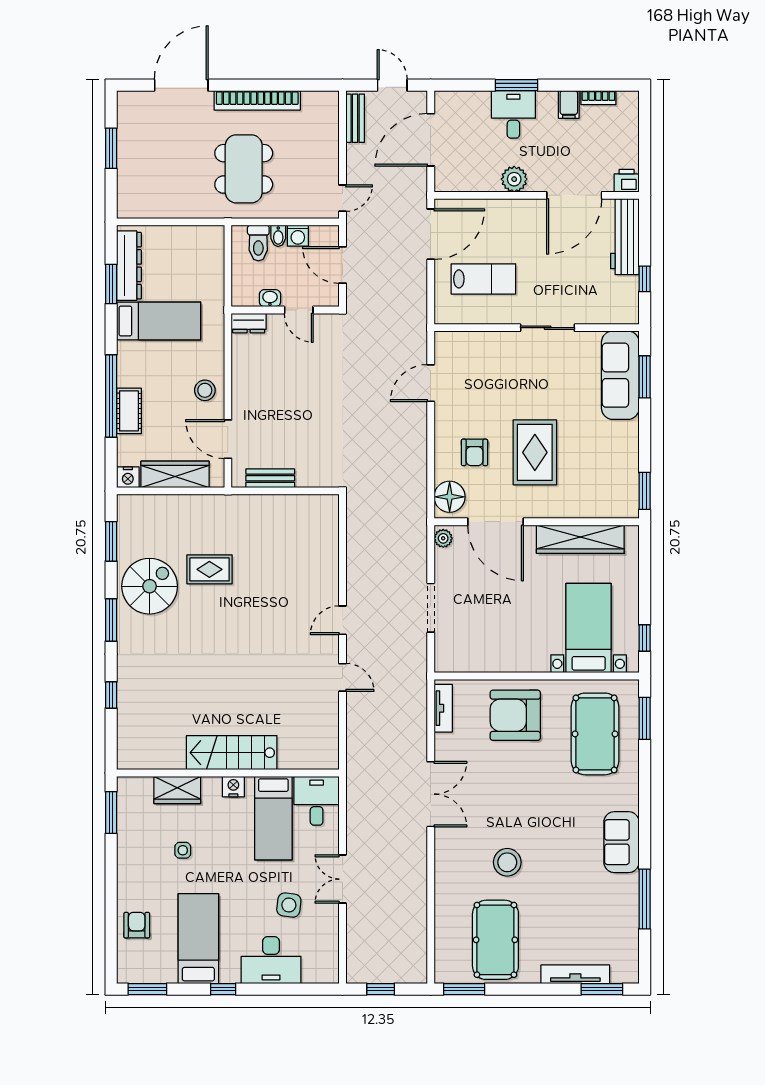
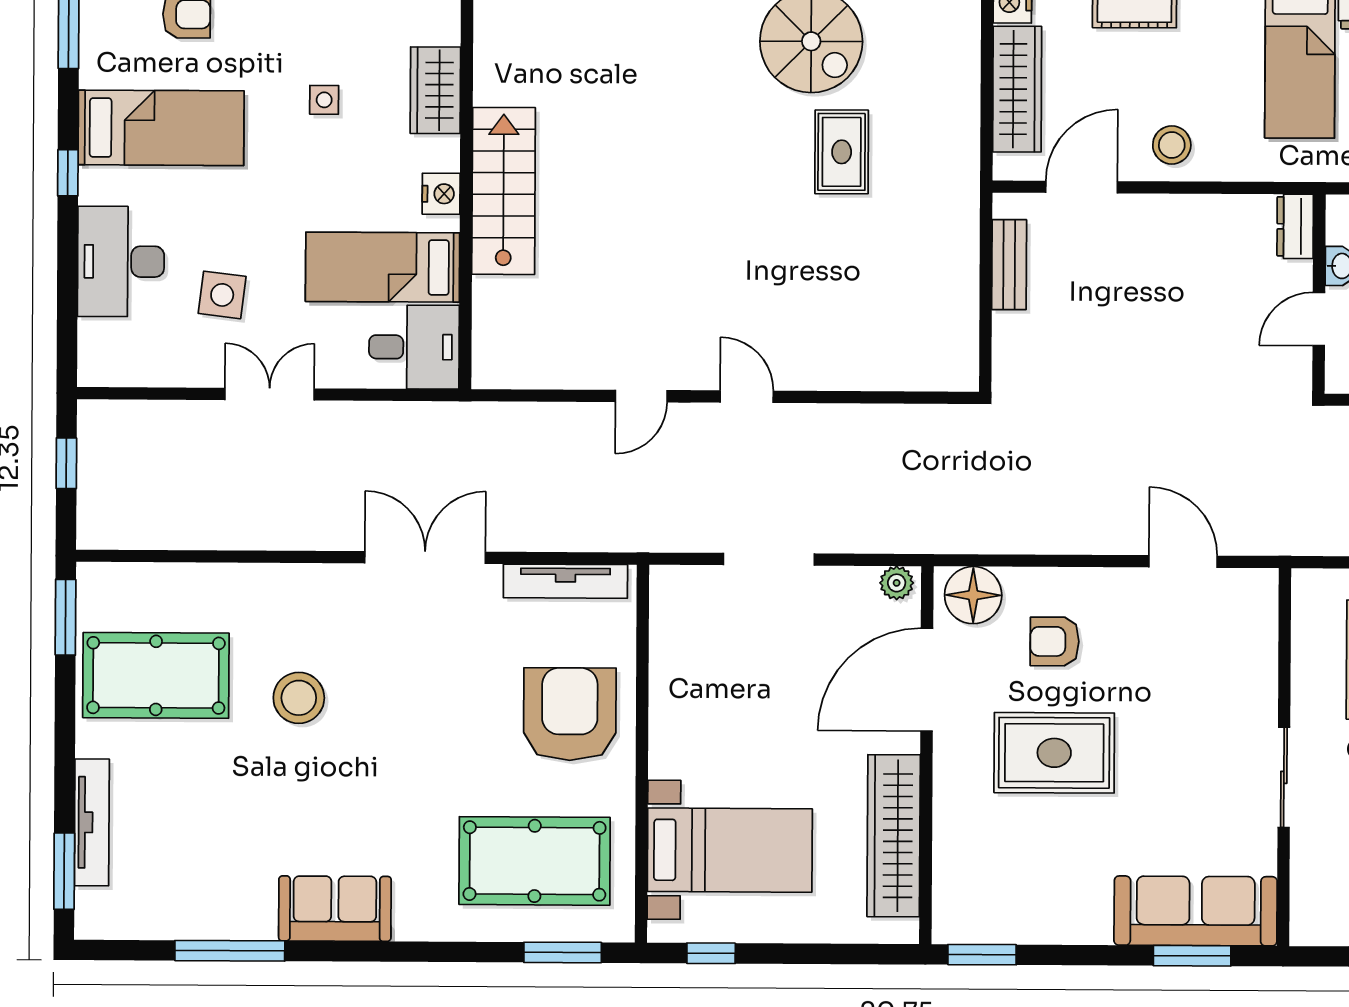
tv unit: (443, 708) -> (565, 581), width x1.41
double door: (431, 794) -> (425, 558), swing flipped

